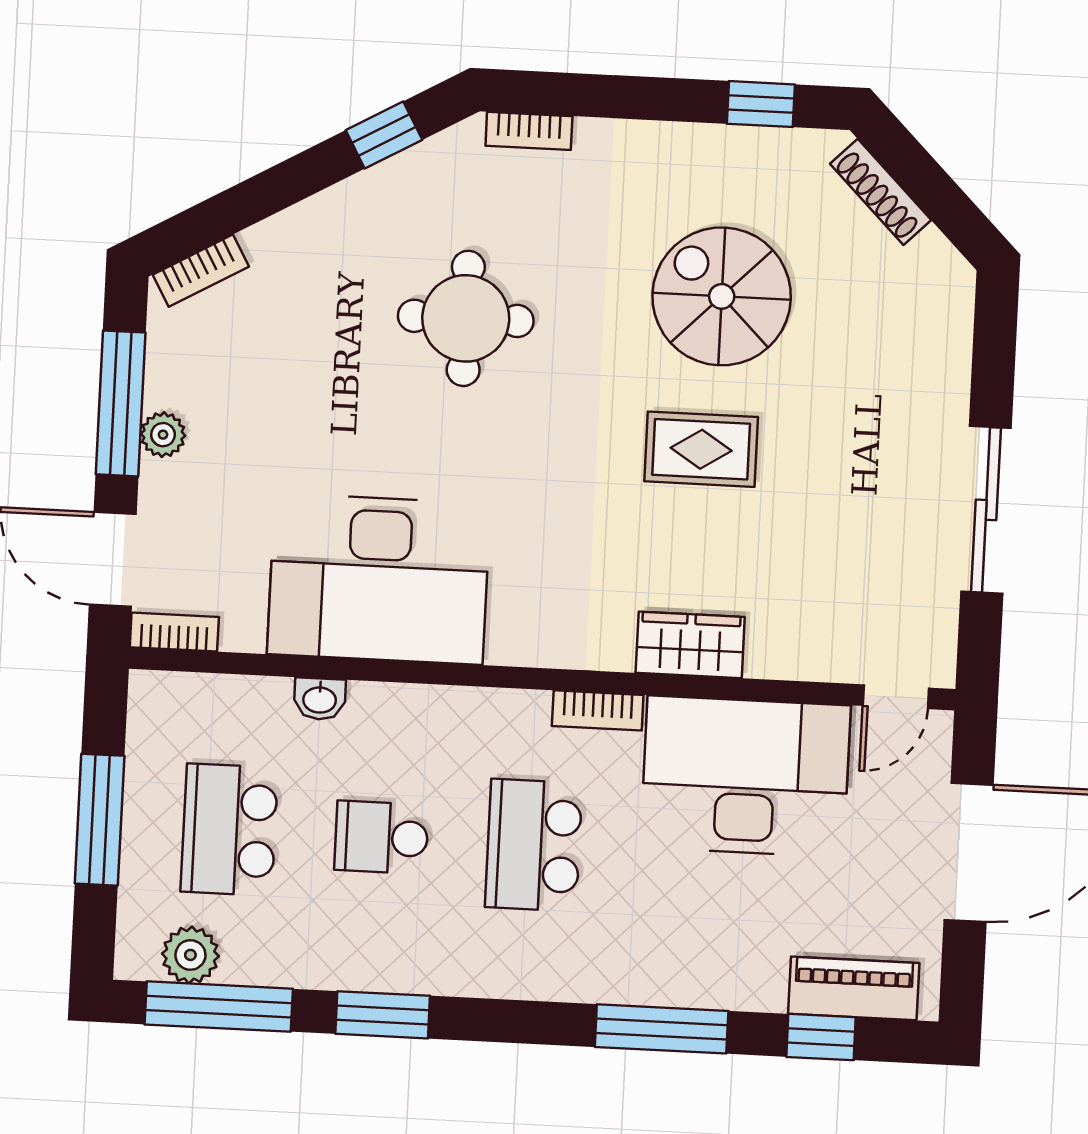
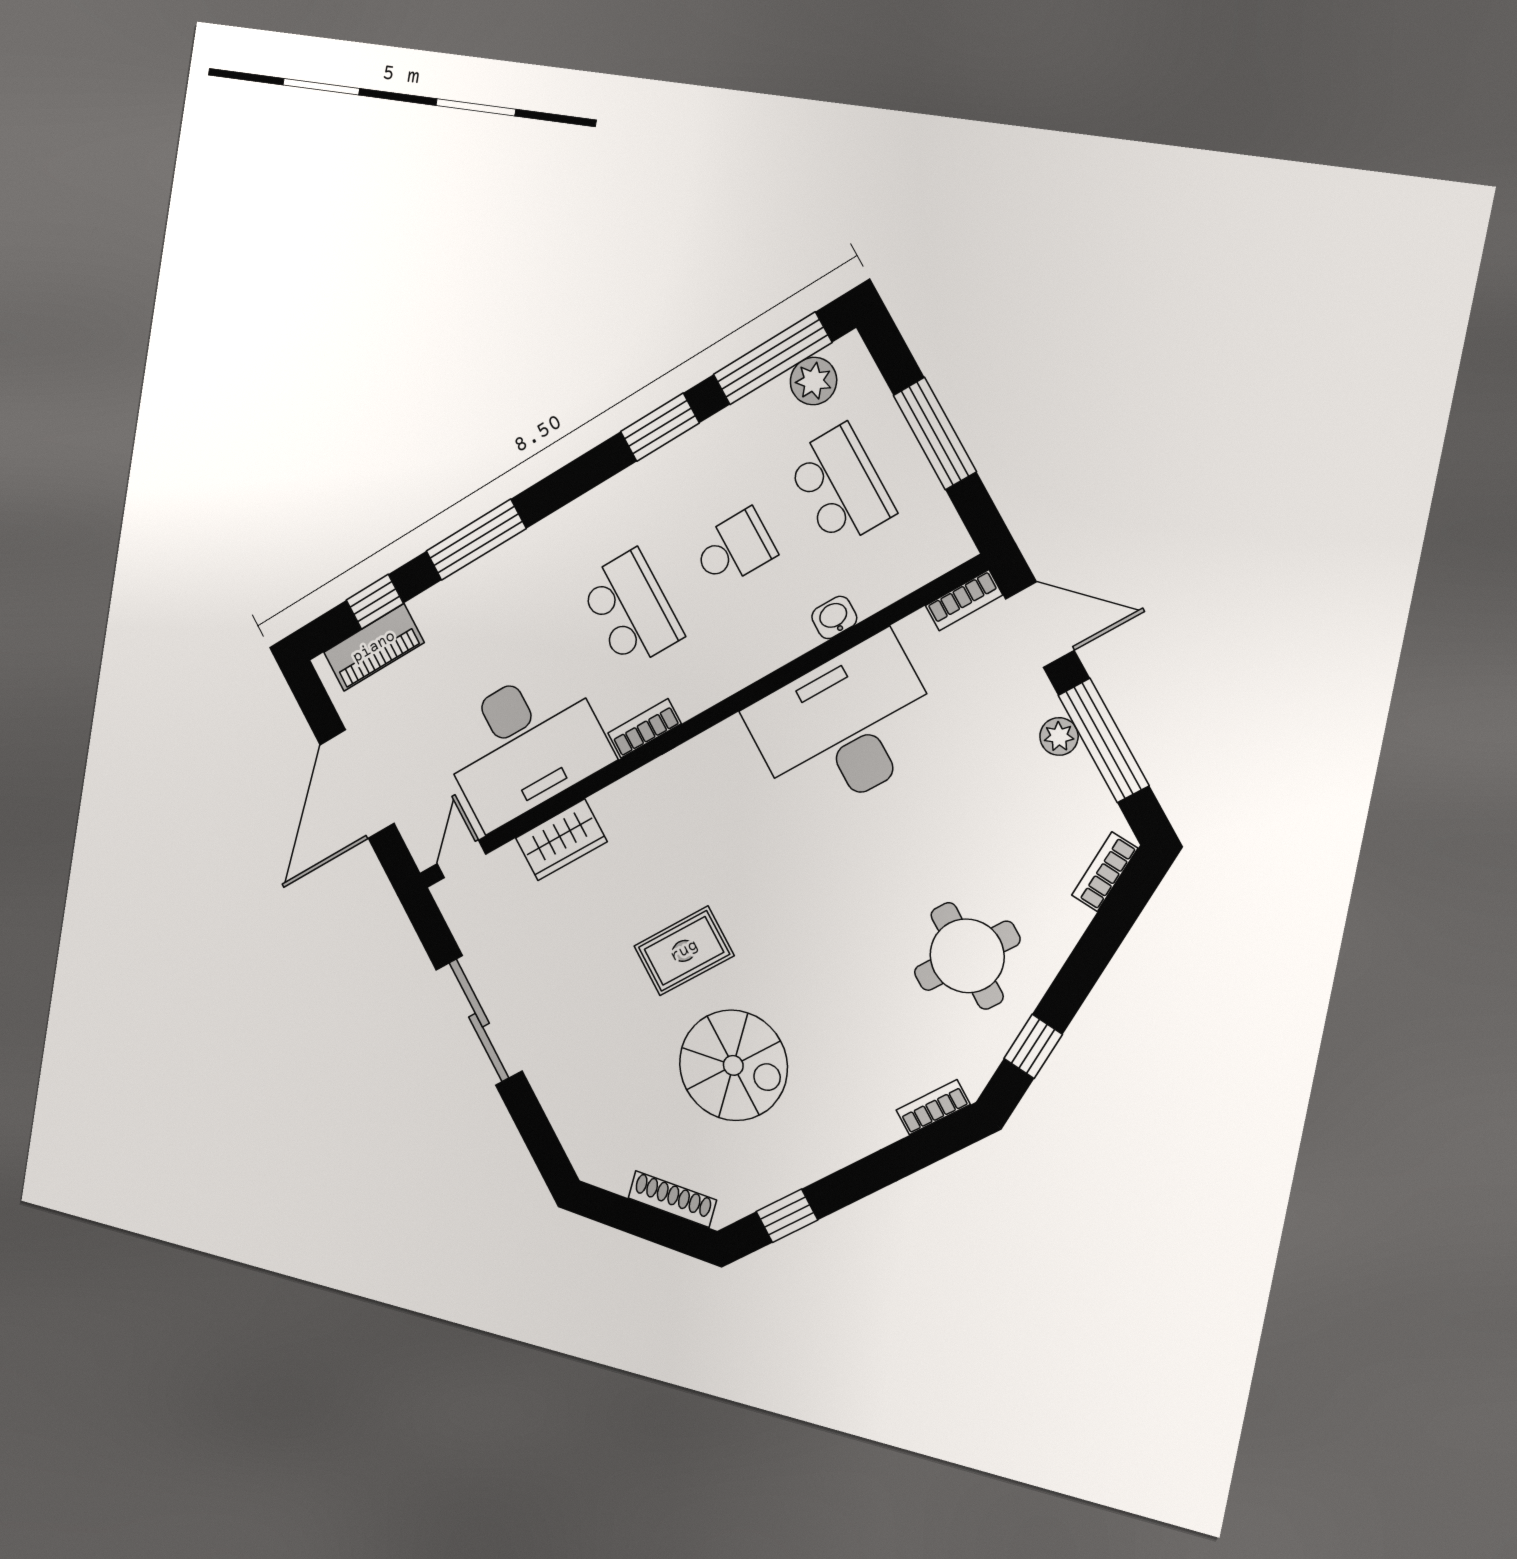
round table: (466, 318) -> (967, 956), moved
wardrobe: (690, 645) -> (561, 840), moved

